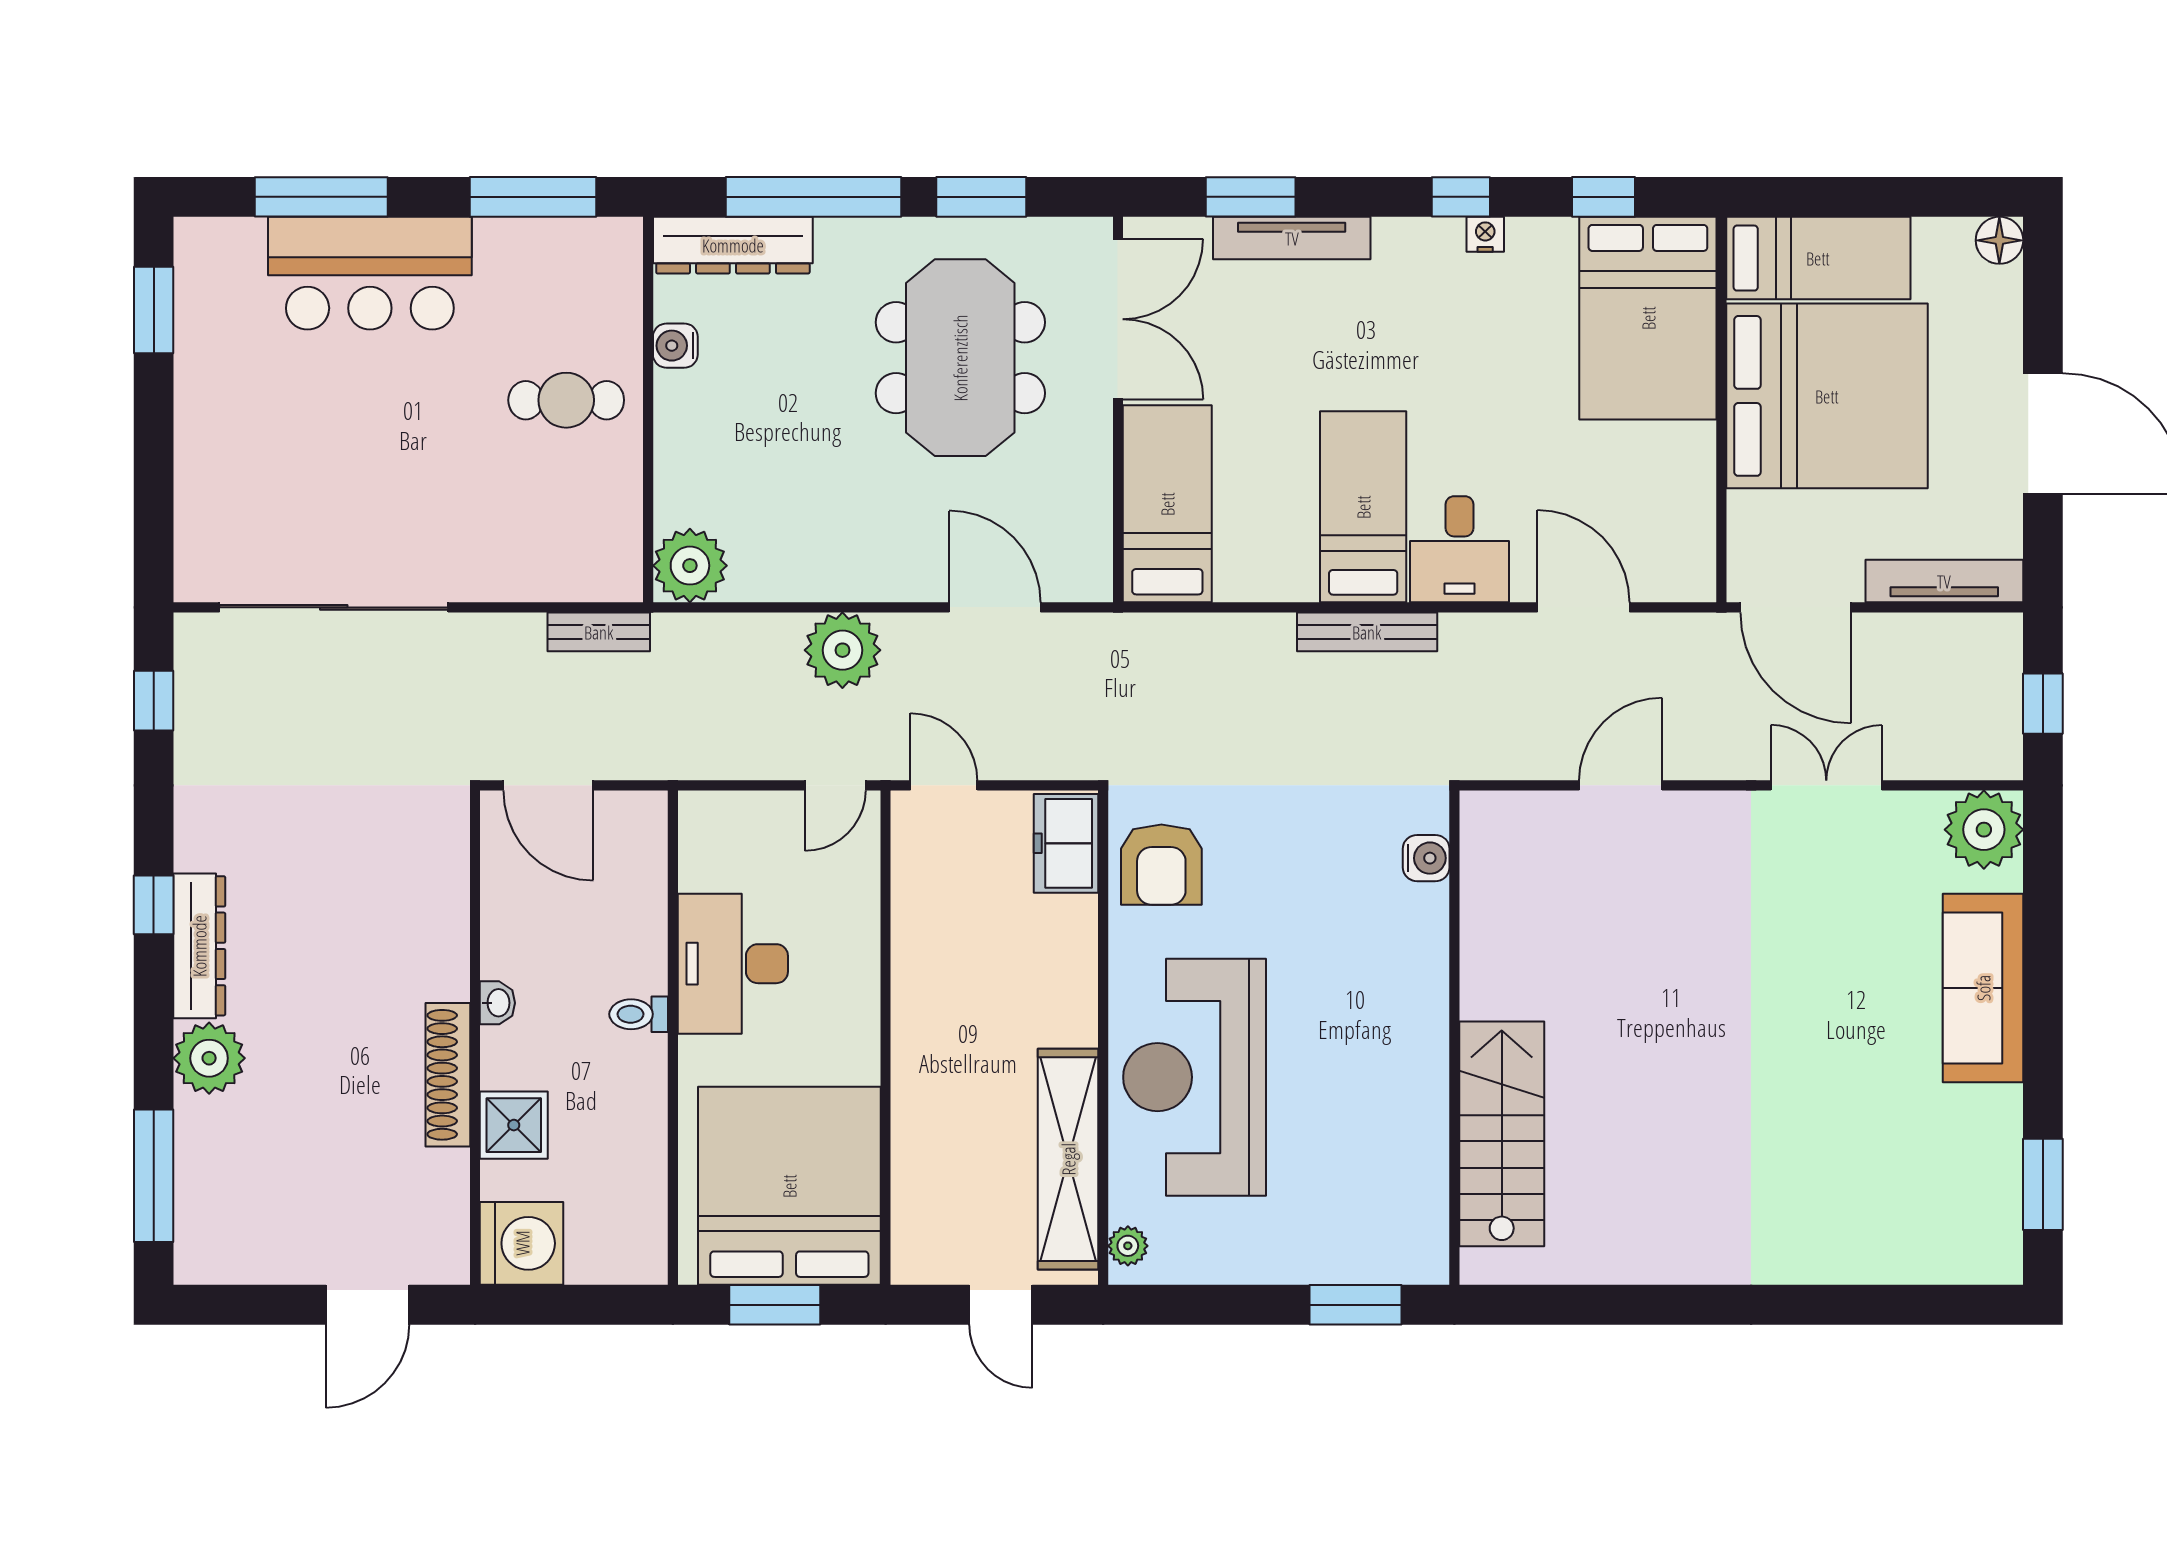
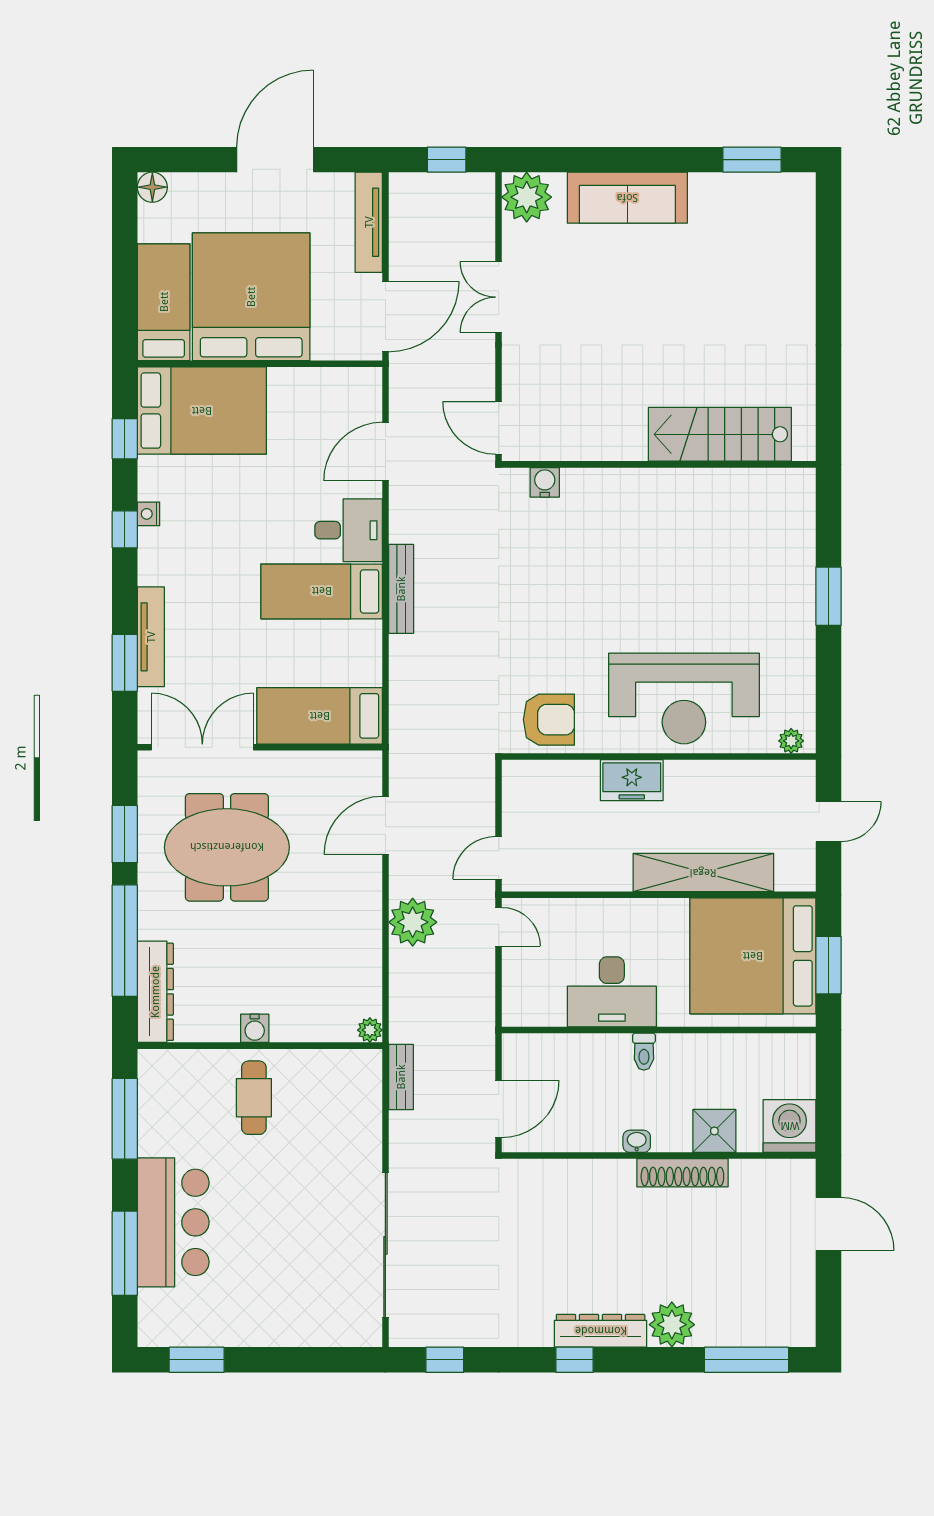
water cooler: (675, 346) -> (255, 1028), moved
plant: (690, 566) -> (370, 1030), width x0.53, depth x0.53
freezer: (1066, 843) -> (632, 780), moved
water cooler: (1426, 858) -> (545, 482), moved
wall: (1454, 1038) -> (659, 464), moved
stairs: (1502, 1134) -> (720, 434), moved
shelving: (1068, 1159) -> (703, 873), moved

